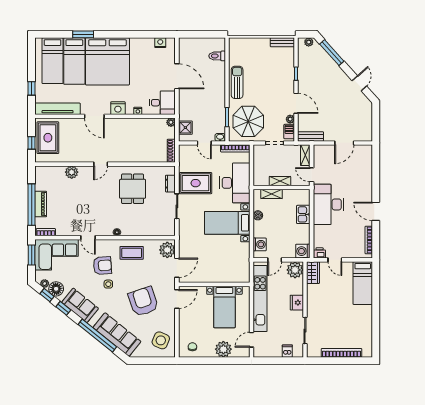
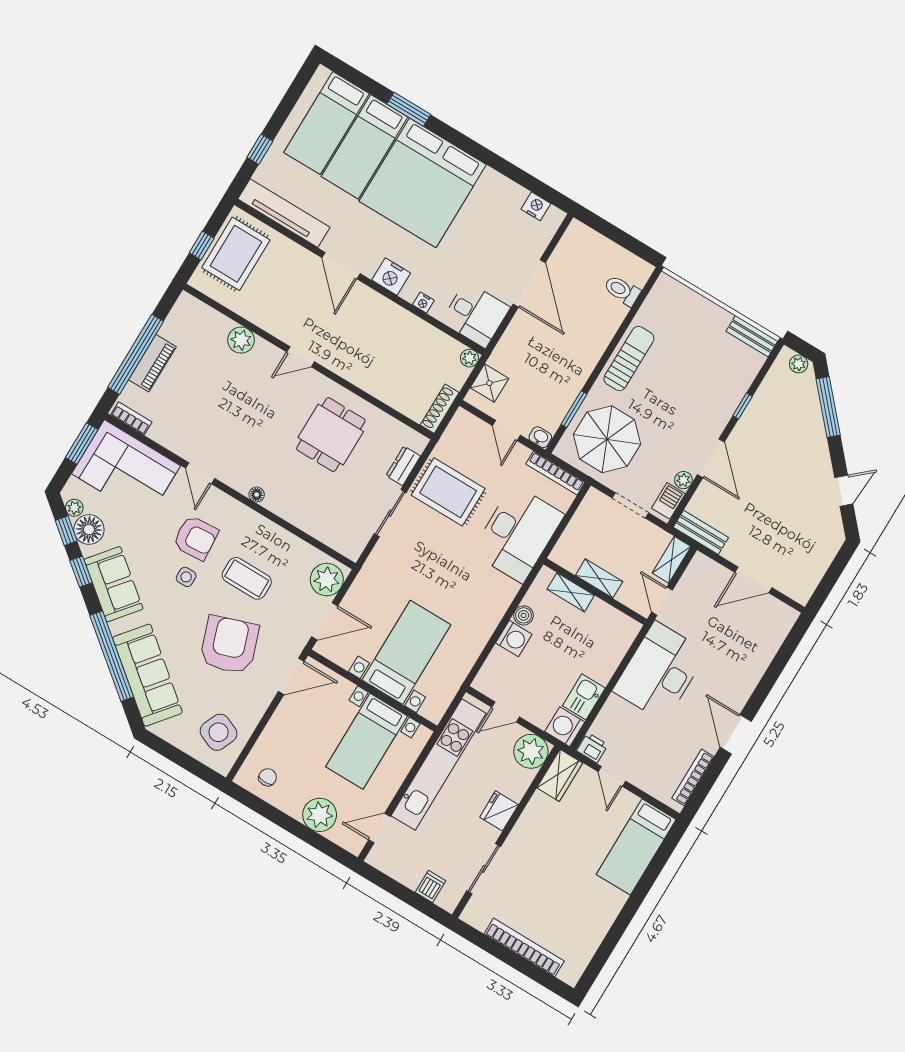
kitchen sink: (303, 214) -> (584, 697), moved
bed with nightstands: (227, 223) -> (406, 652), moved, turned 90
washing machine: (260, 244) -> (514, 639), moved
coffee table: (132, 253) -> (247, 578), moved

